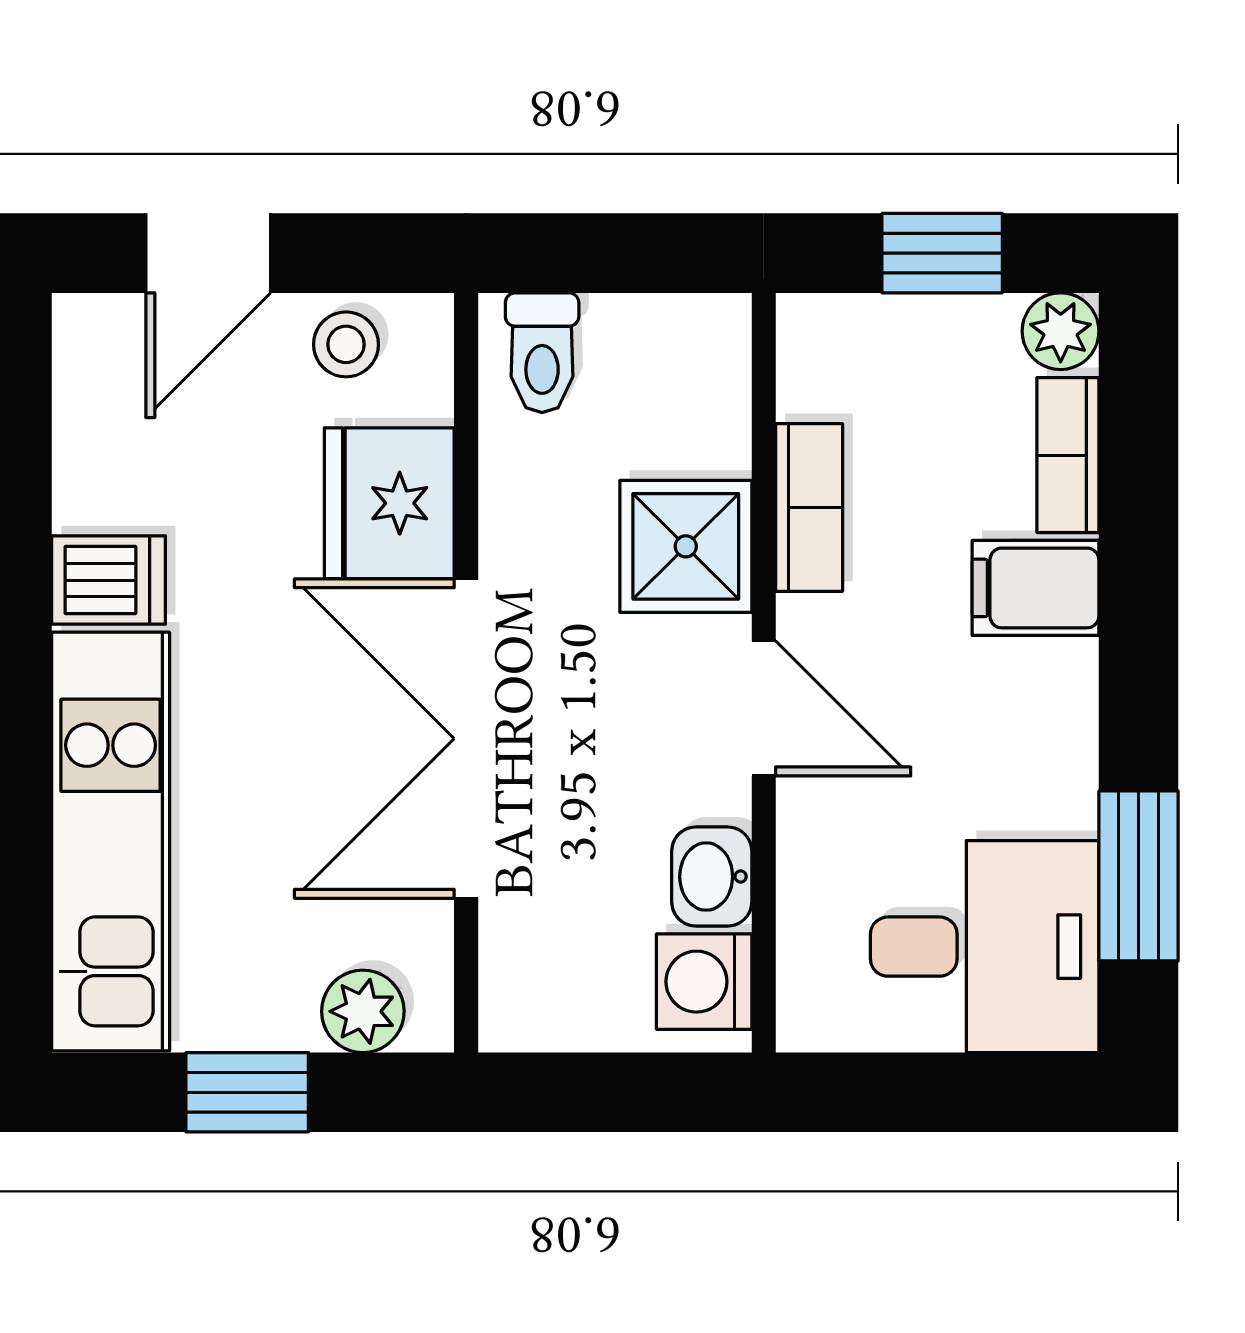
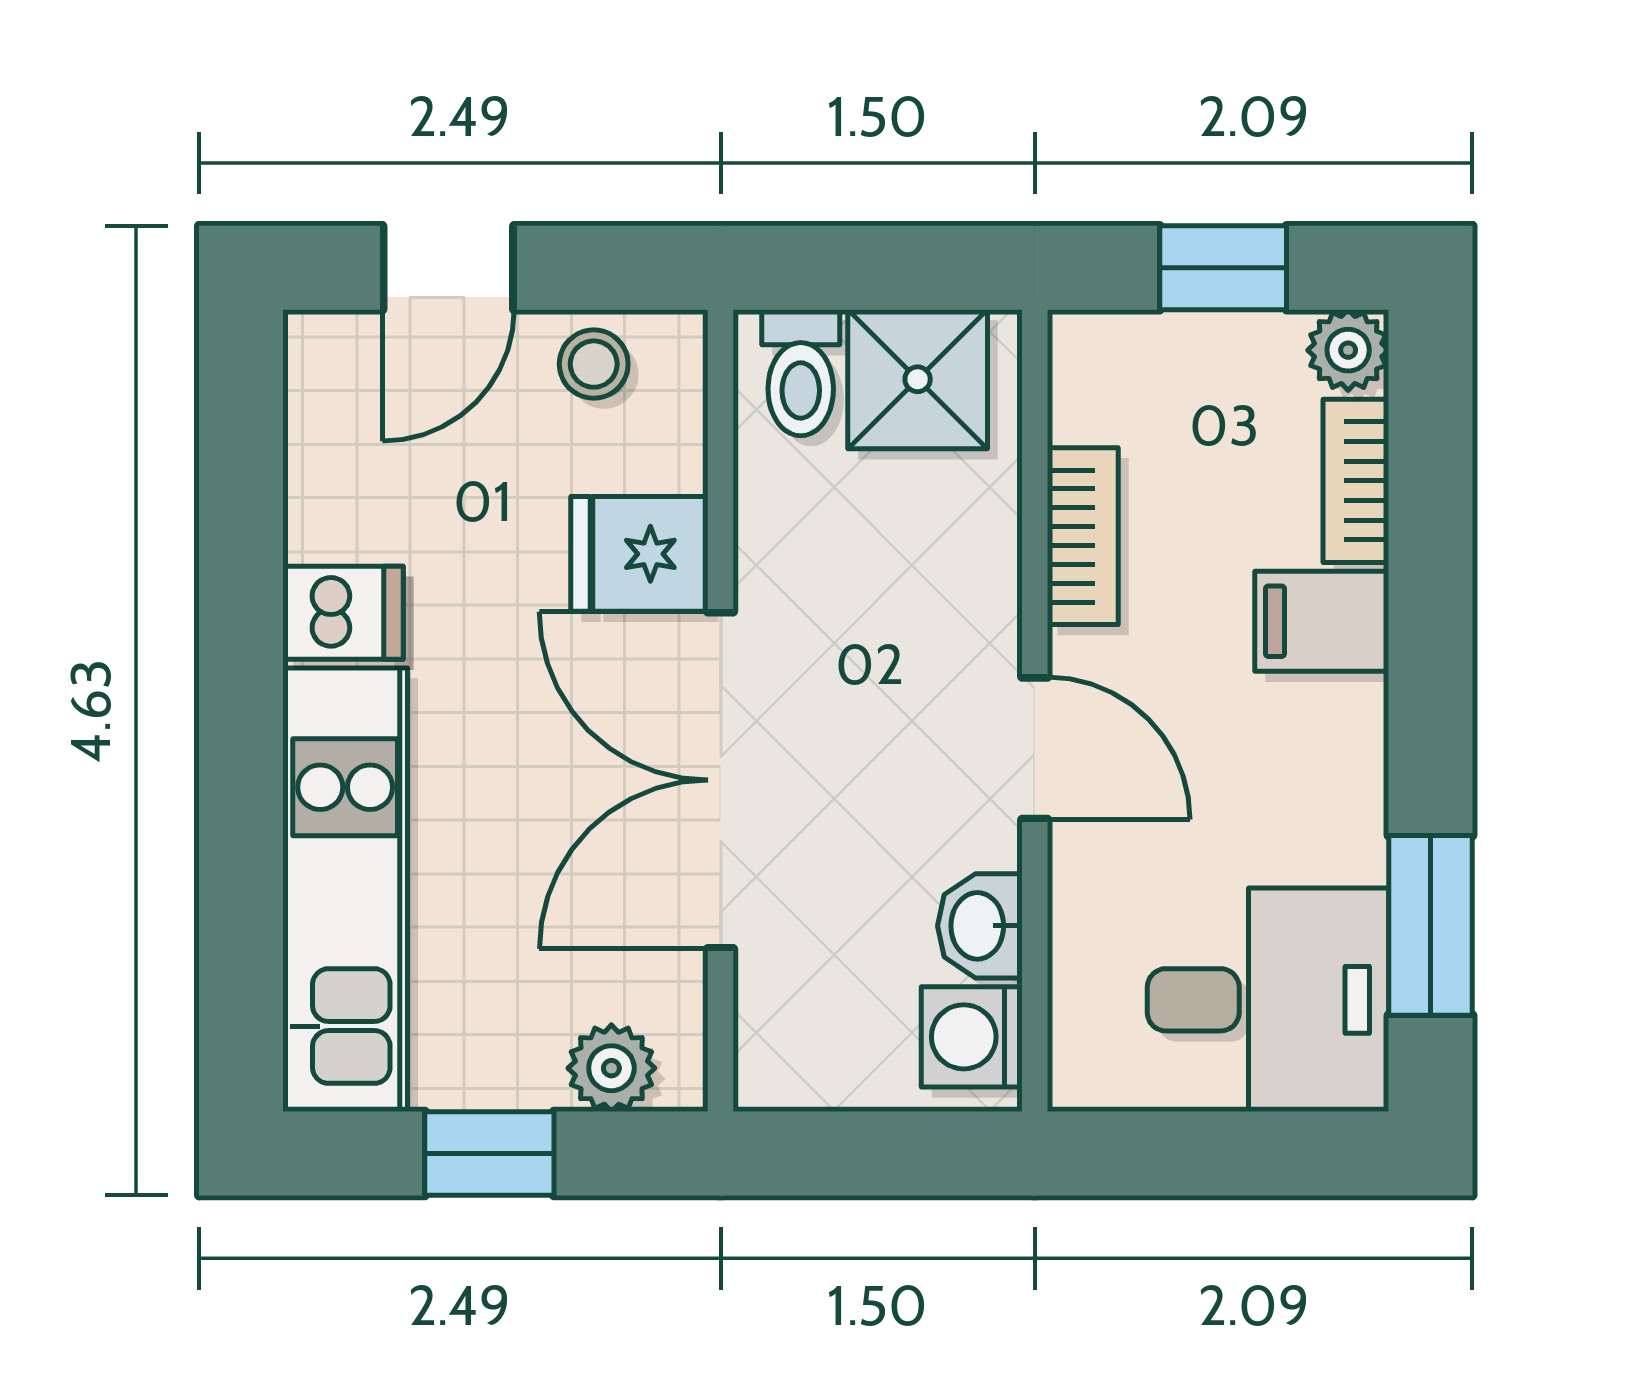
fridge: (389, 503) -> (639, 554), width x0.72
shower: (686, 546) -> (918, 379), moved

